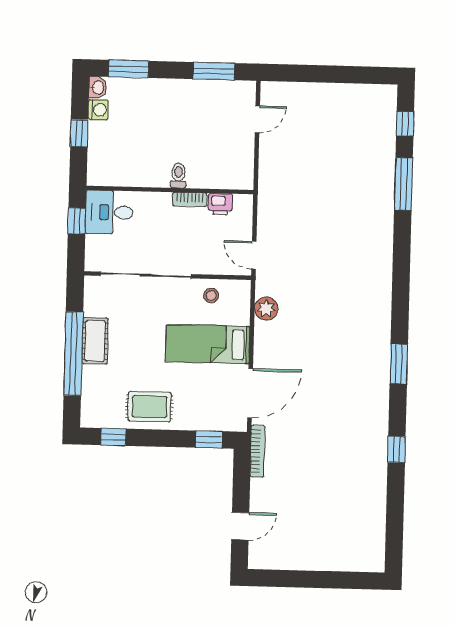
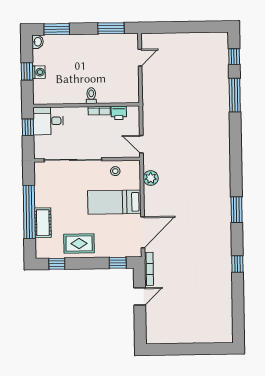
washing machine: (98, 110) -> (39, 72), moved
cot: (95, 341) -> (43, 223), moved
door: (240, 526) -> (140, 296), moved

